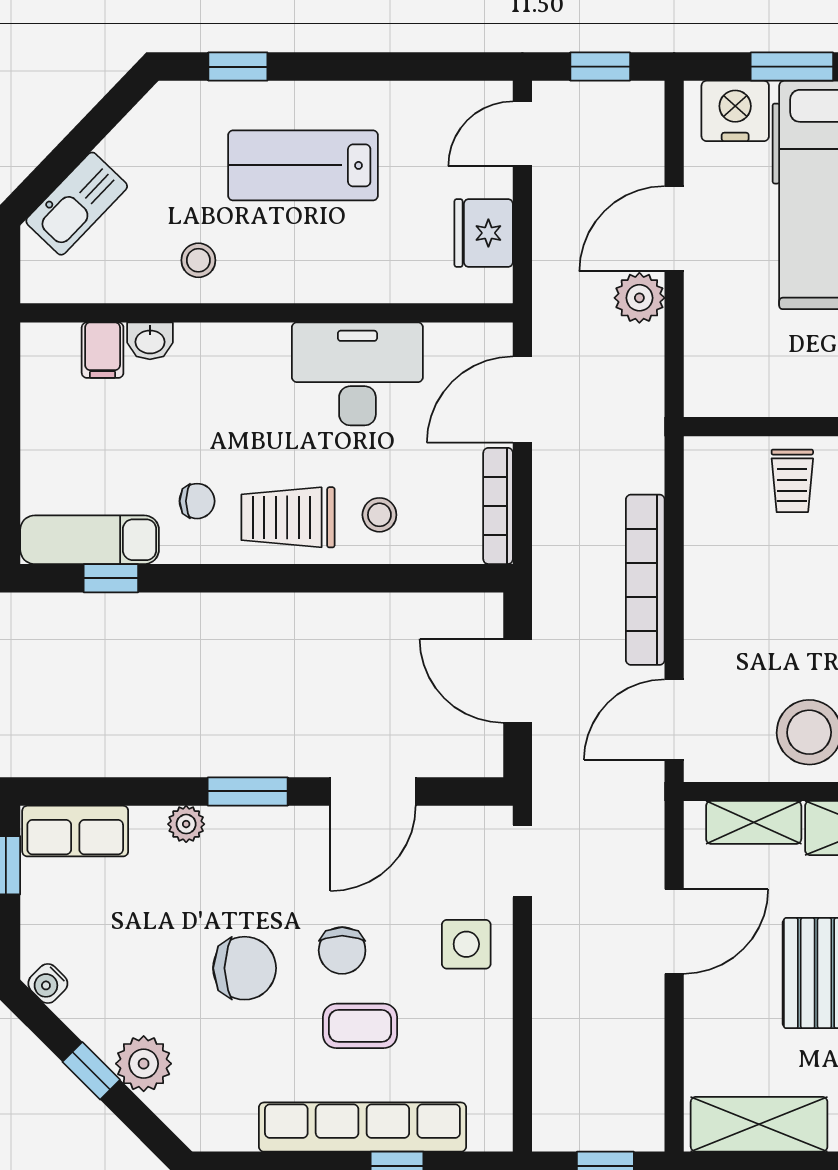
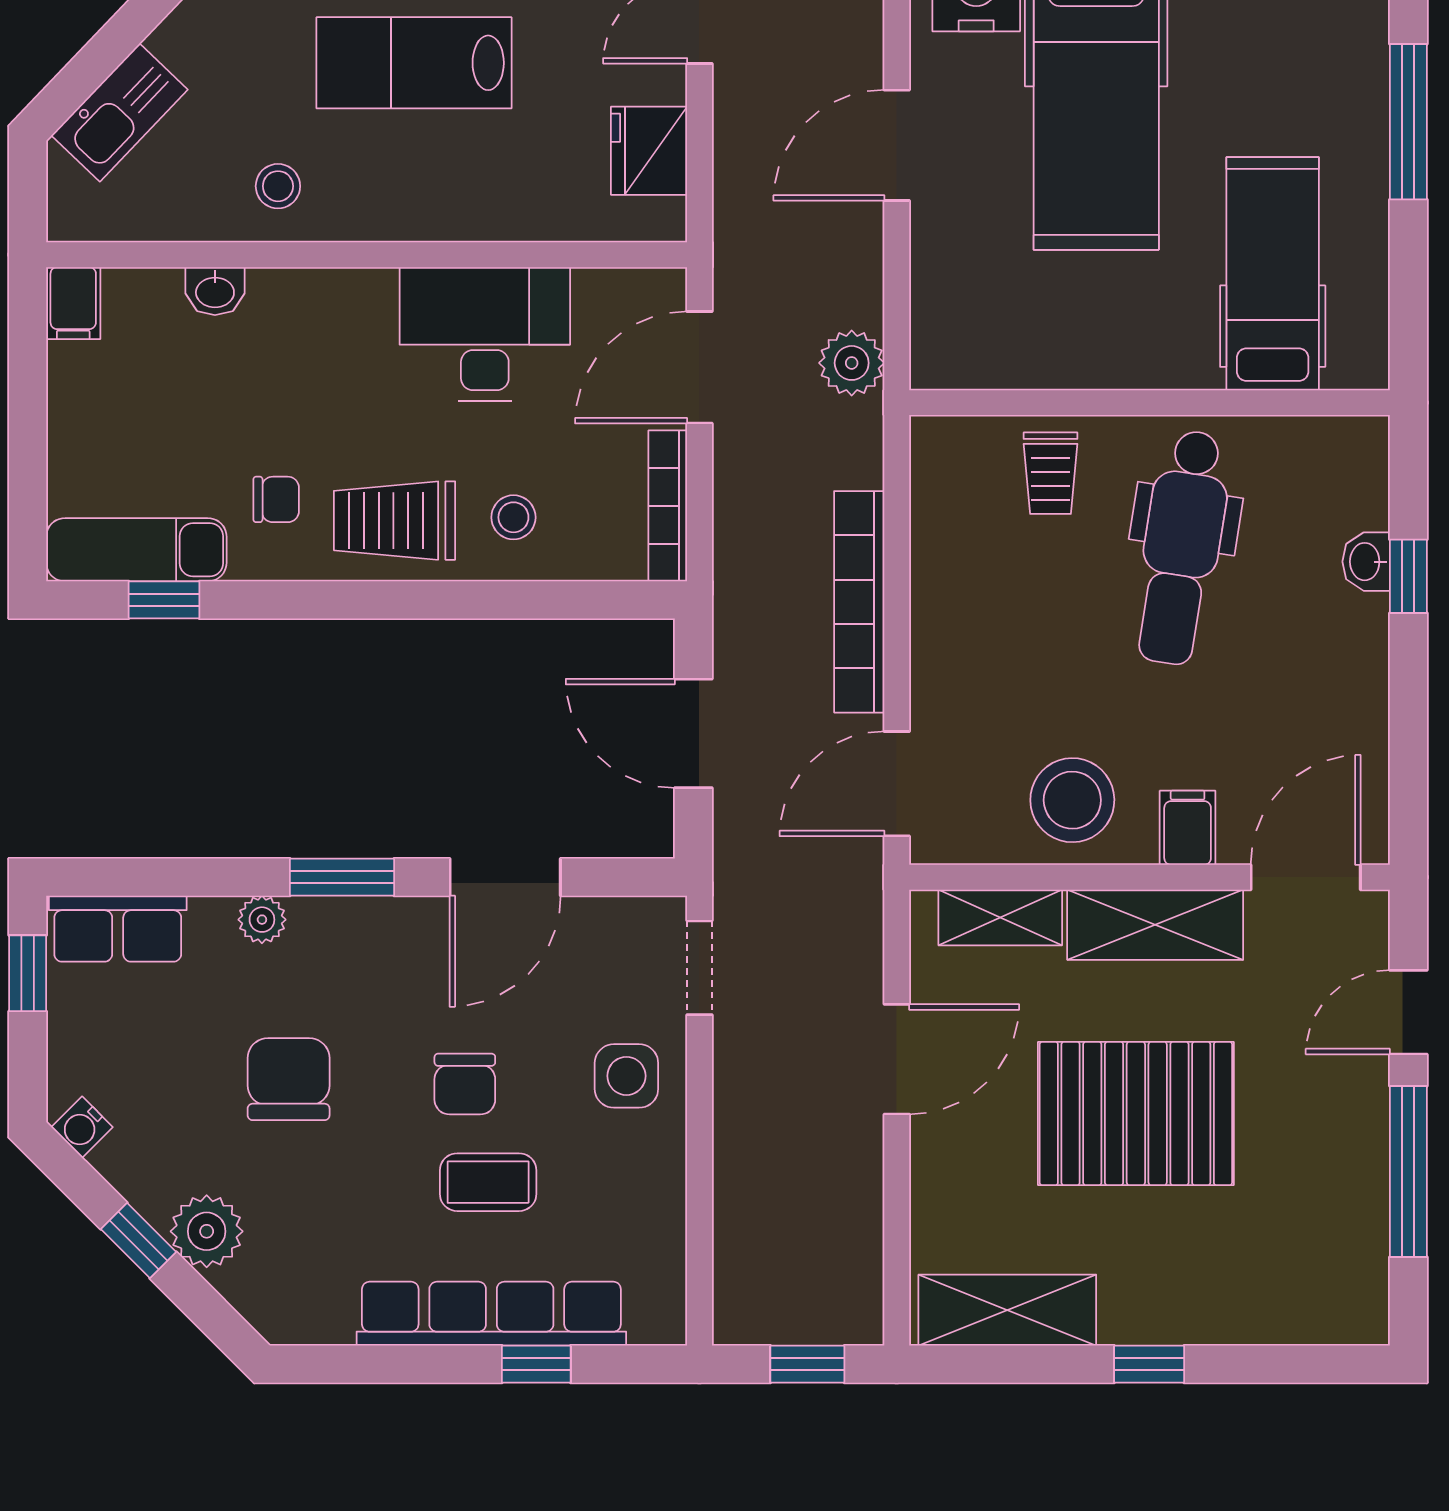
plant: (639, 298) -> (852, 363), moved
filing cabinet: (103, 350) -> (73, 303), moved
chair: (245, 968) -> (289, 1079), moved, turned -90

